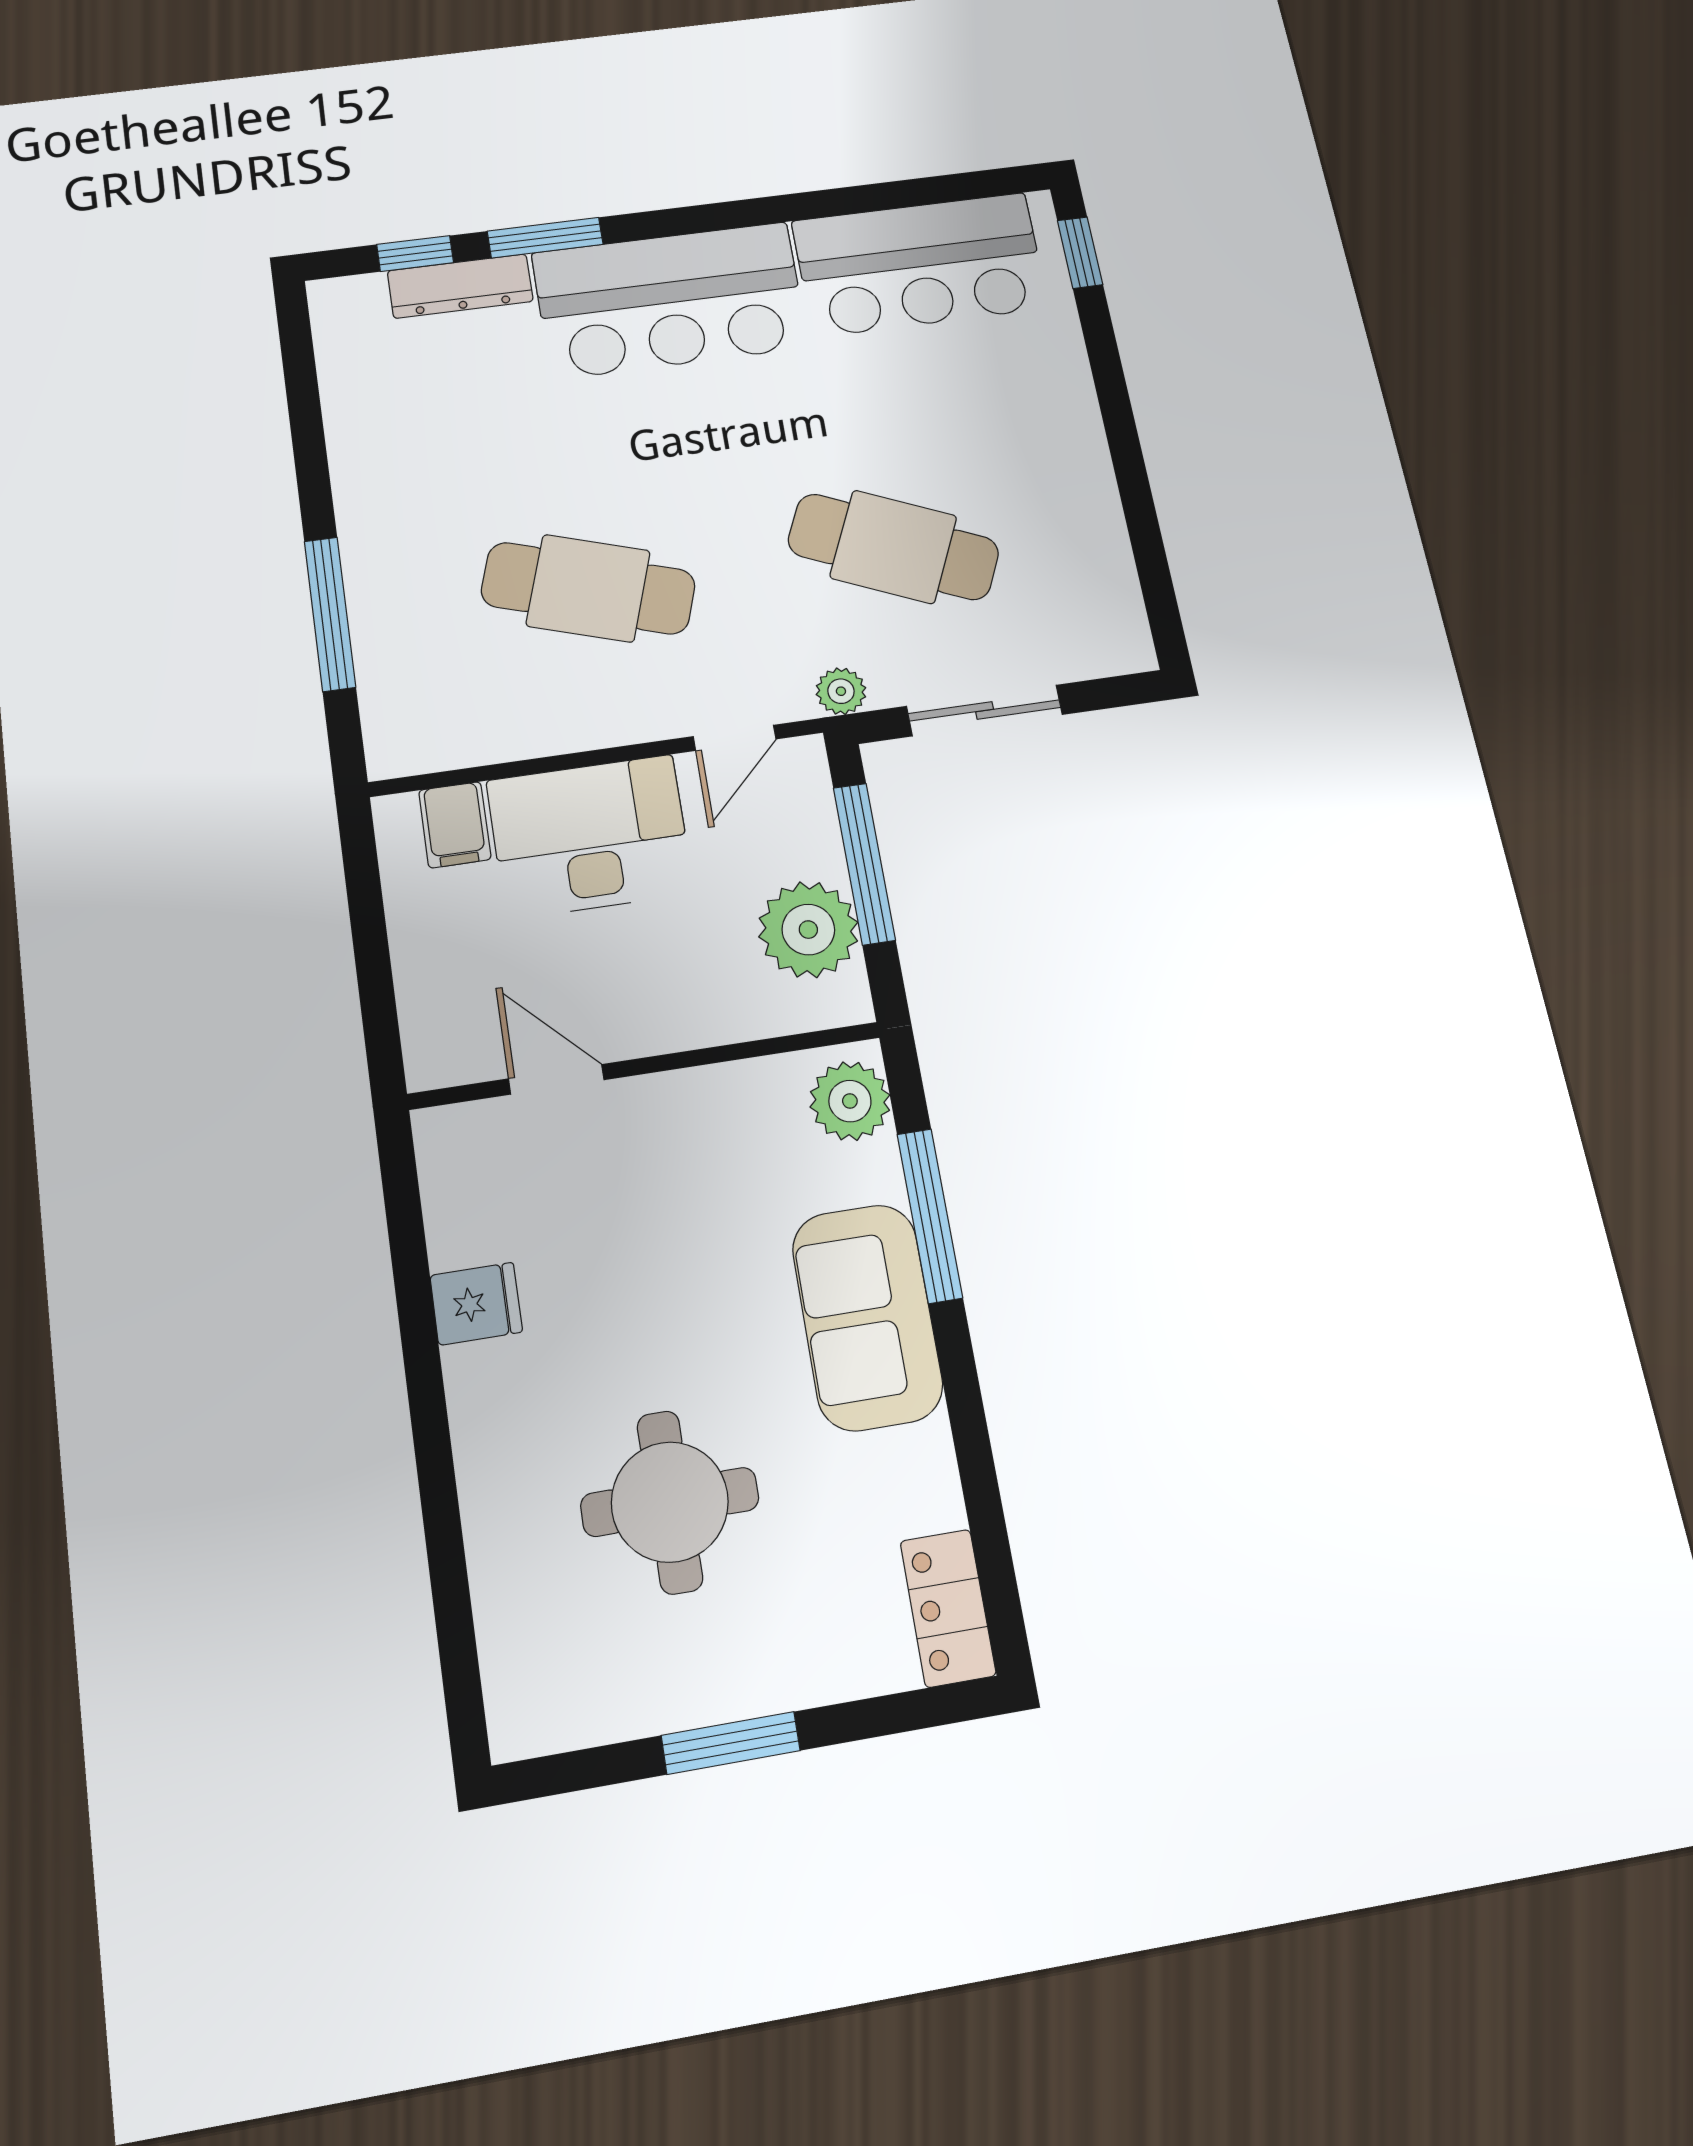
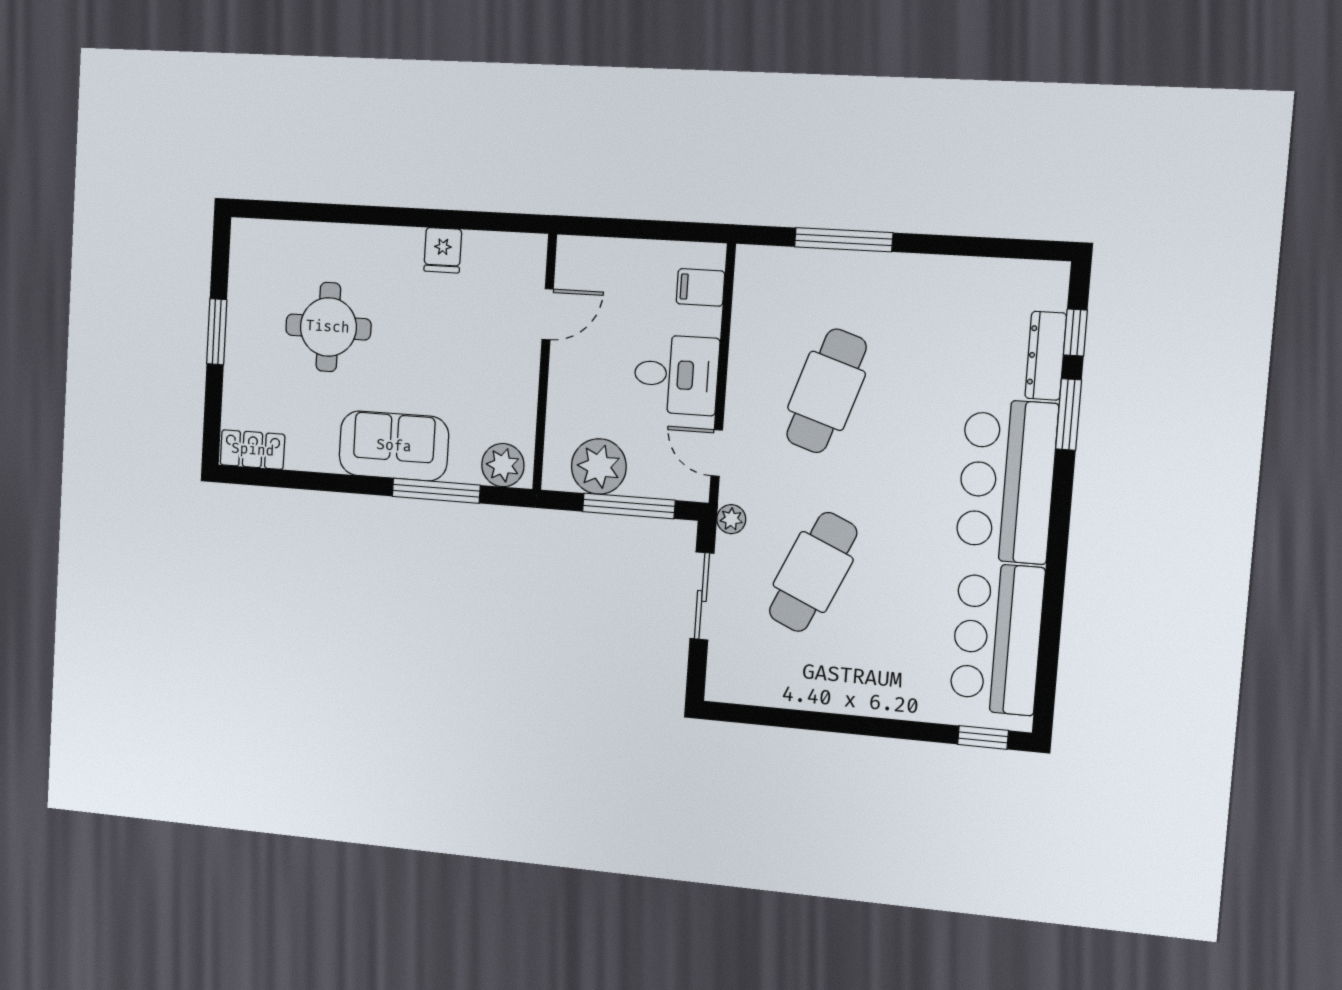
desk: (590, 837) -> (676, 375), width x0.73

